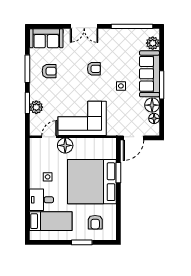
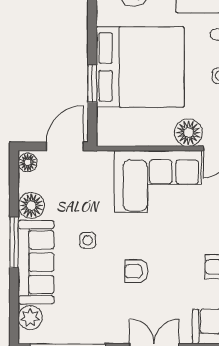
floor lamp: (154, 118) -> (28, 162), moved

